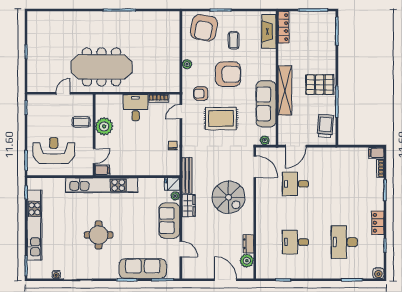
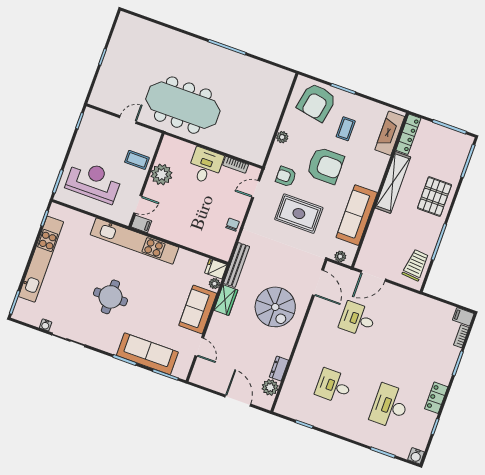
pallet: (320, 85) -> (434, 196), moved, turned 90
shelving: (285, 90) -> (393, 182), moved

